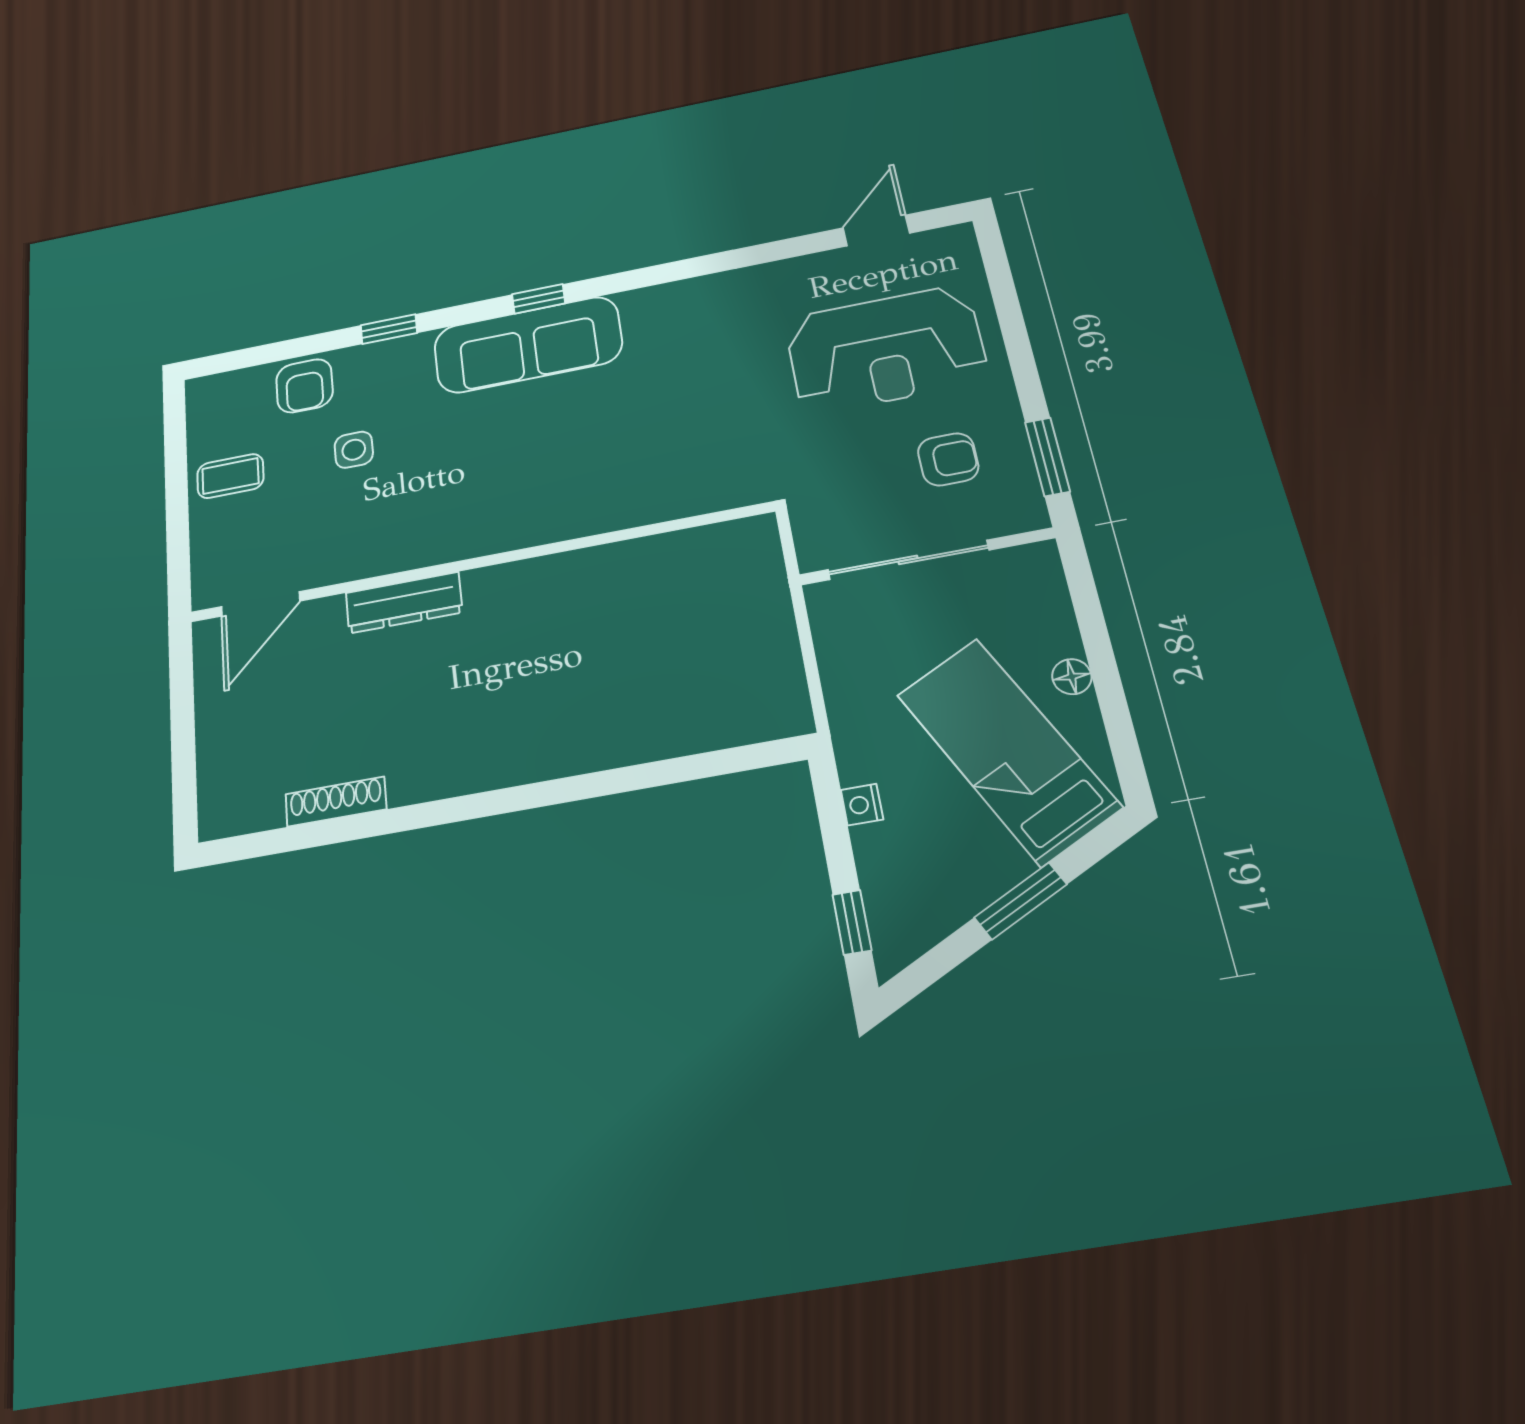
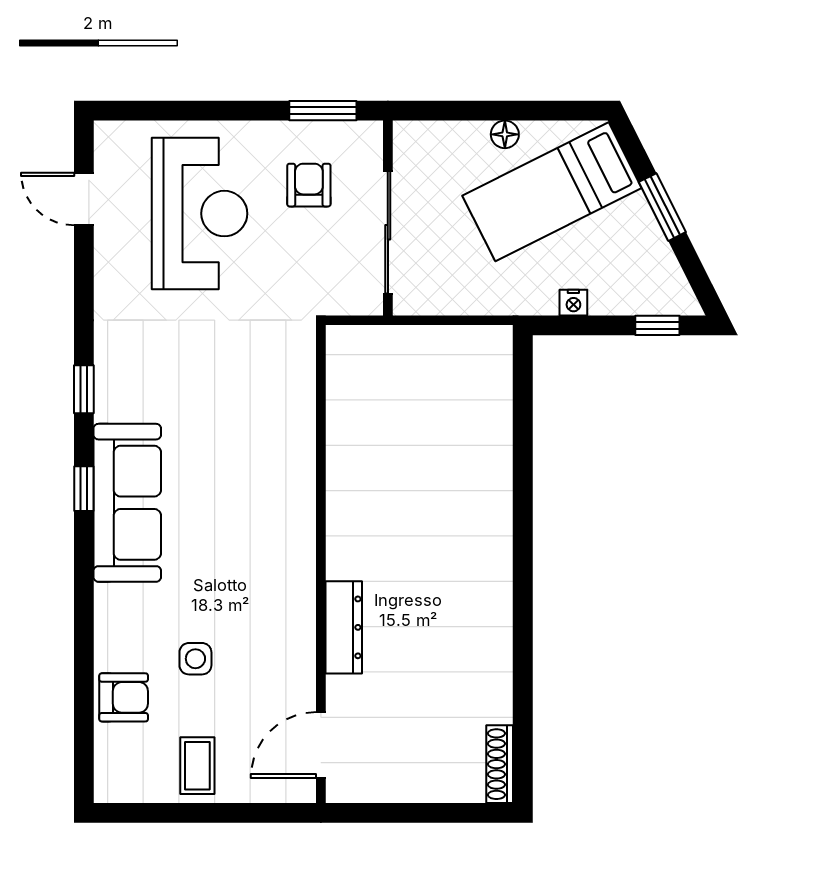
window: (389, 329) -> (84, 389), moved
door: (261, 604) -> (321, 745), swing flipped
shoe rack: (336, 802) -> (500, 764), moved

